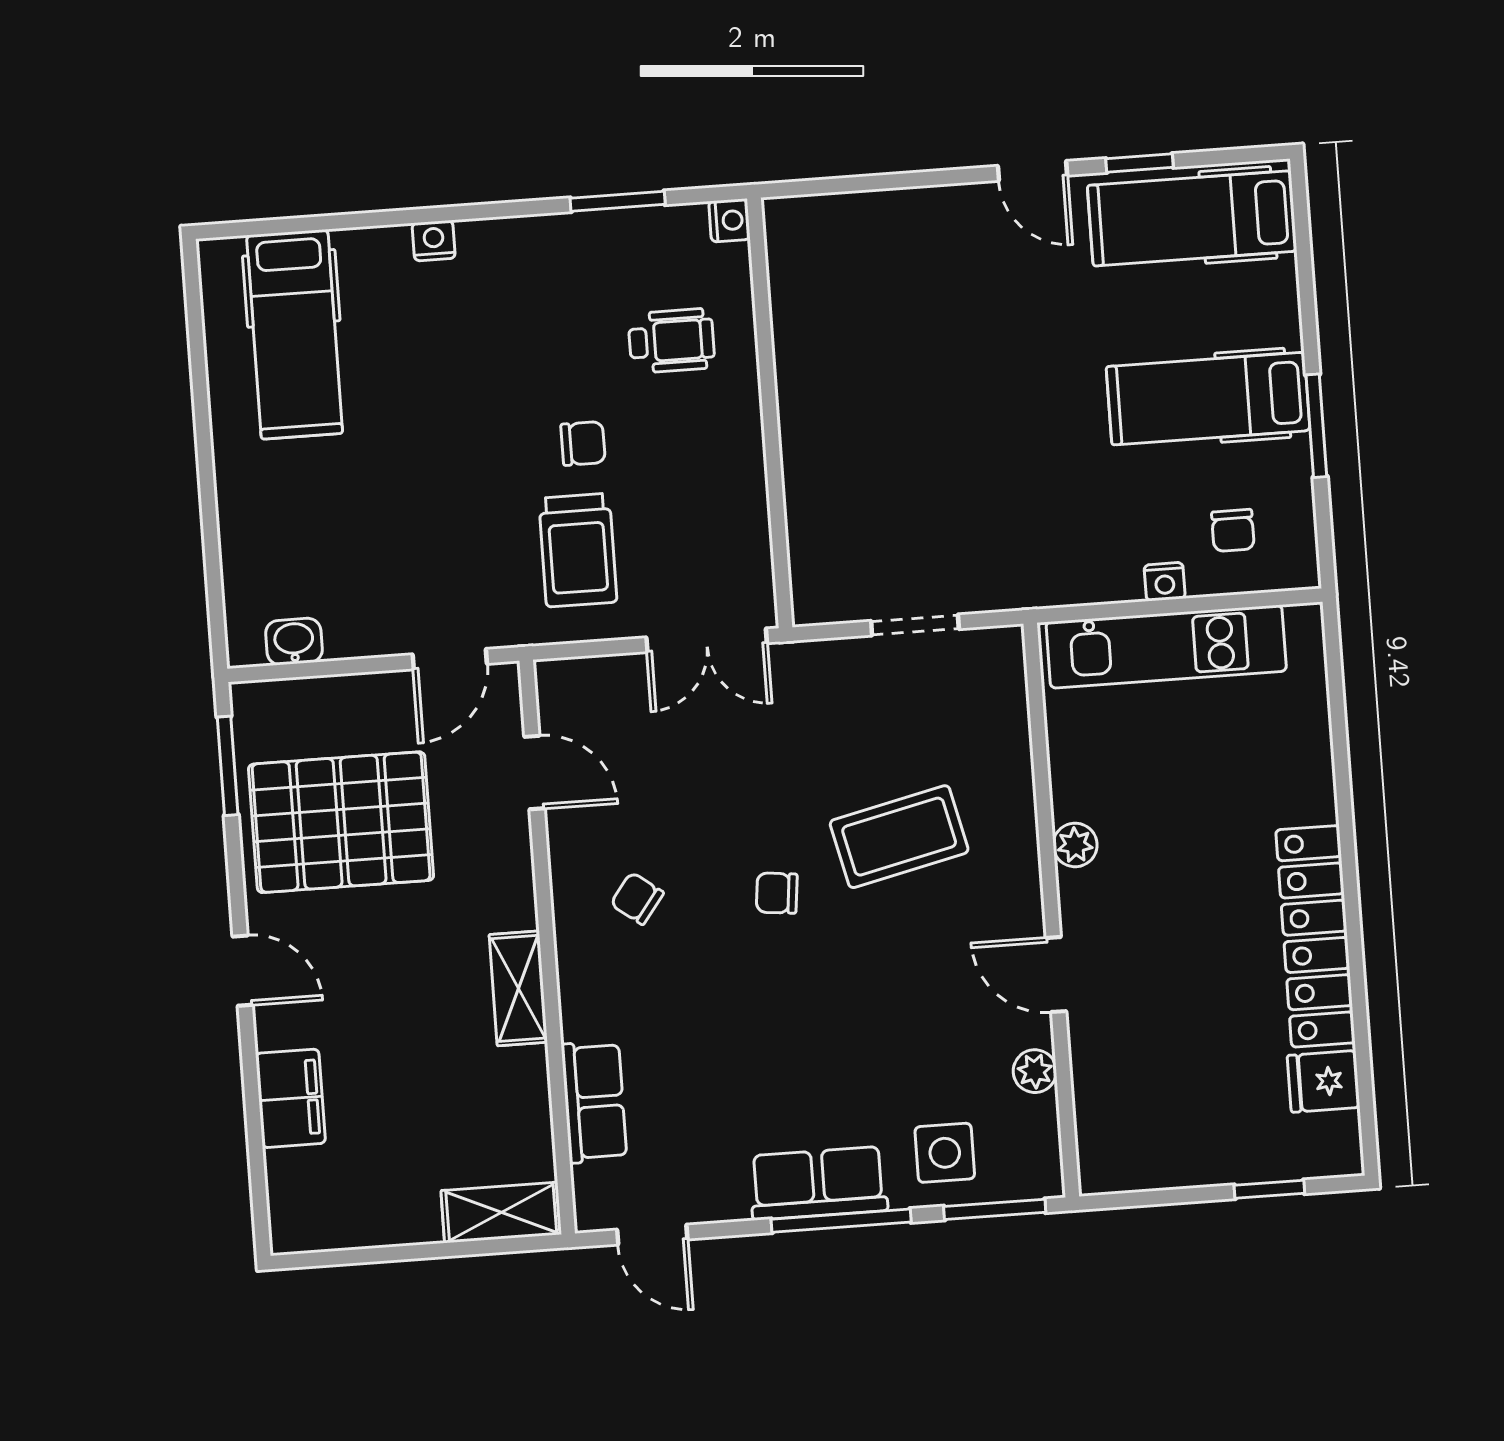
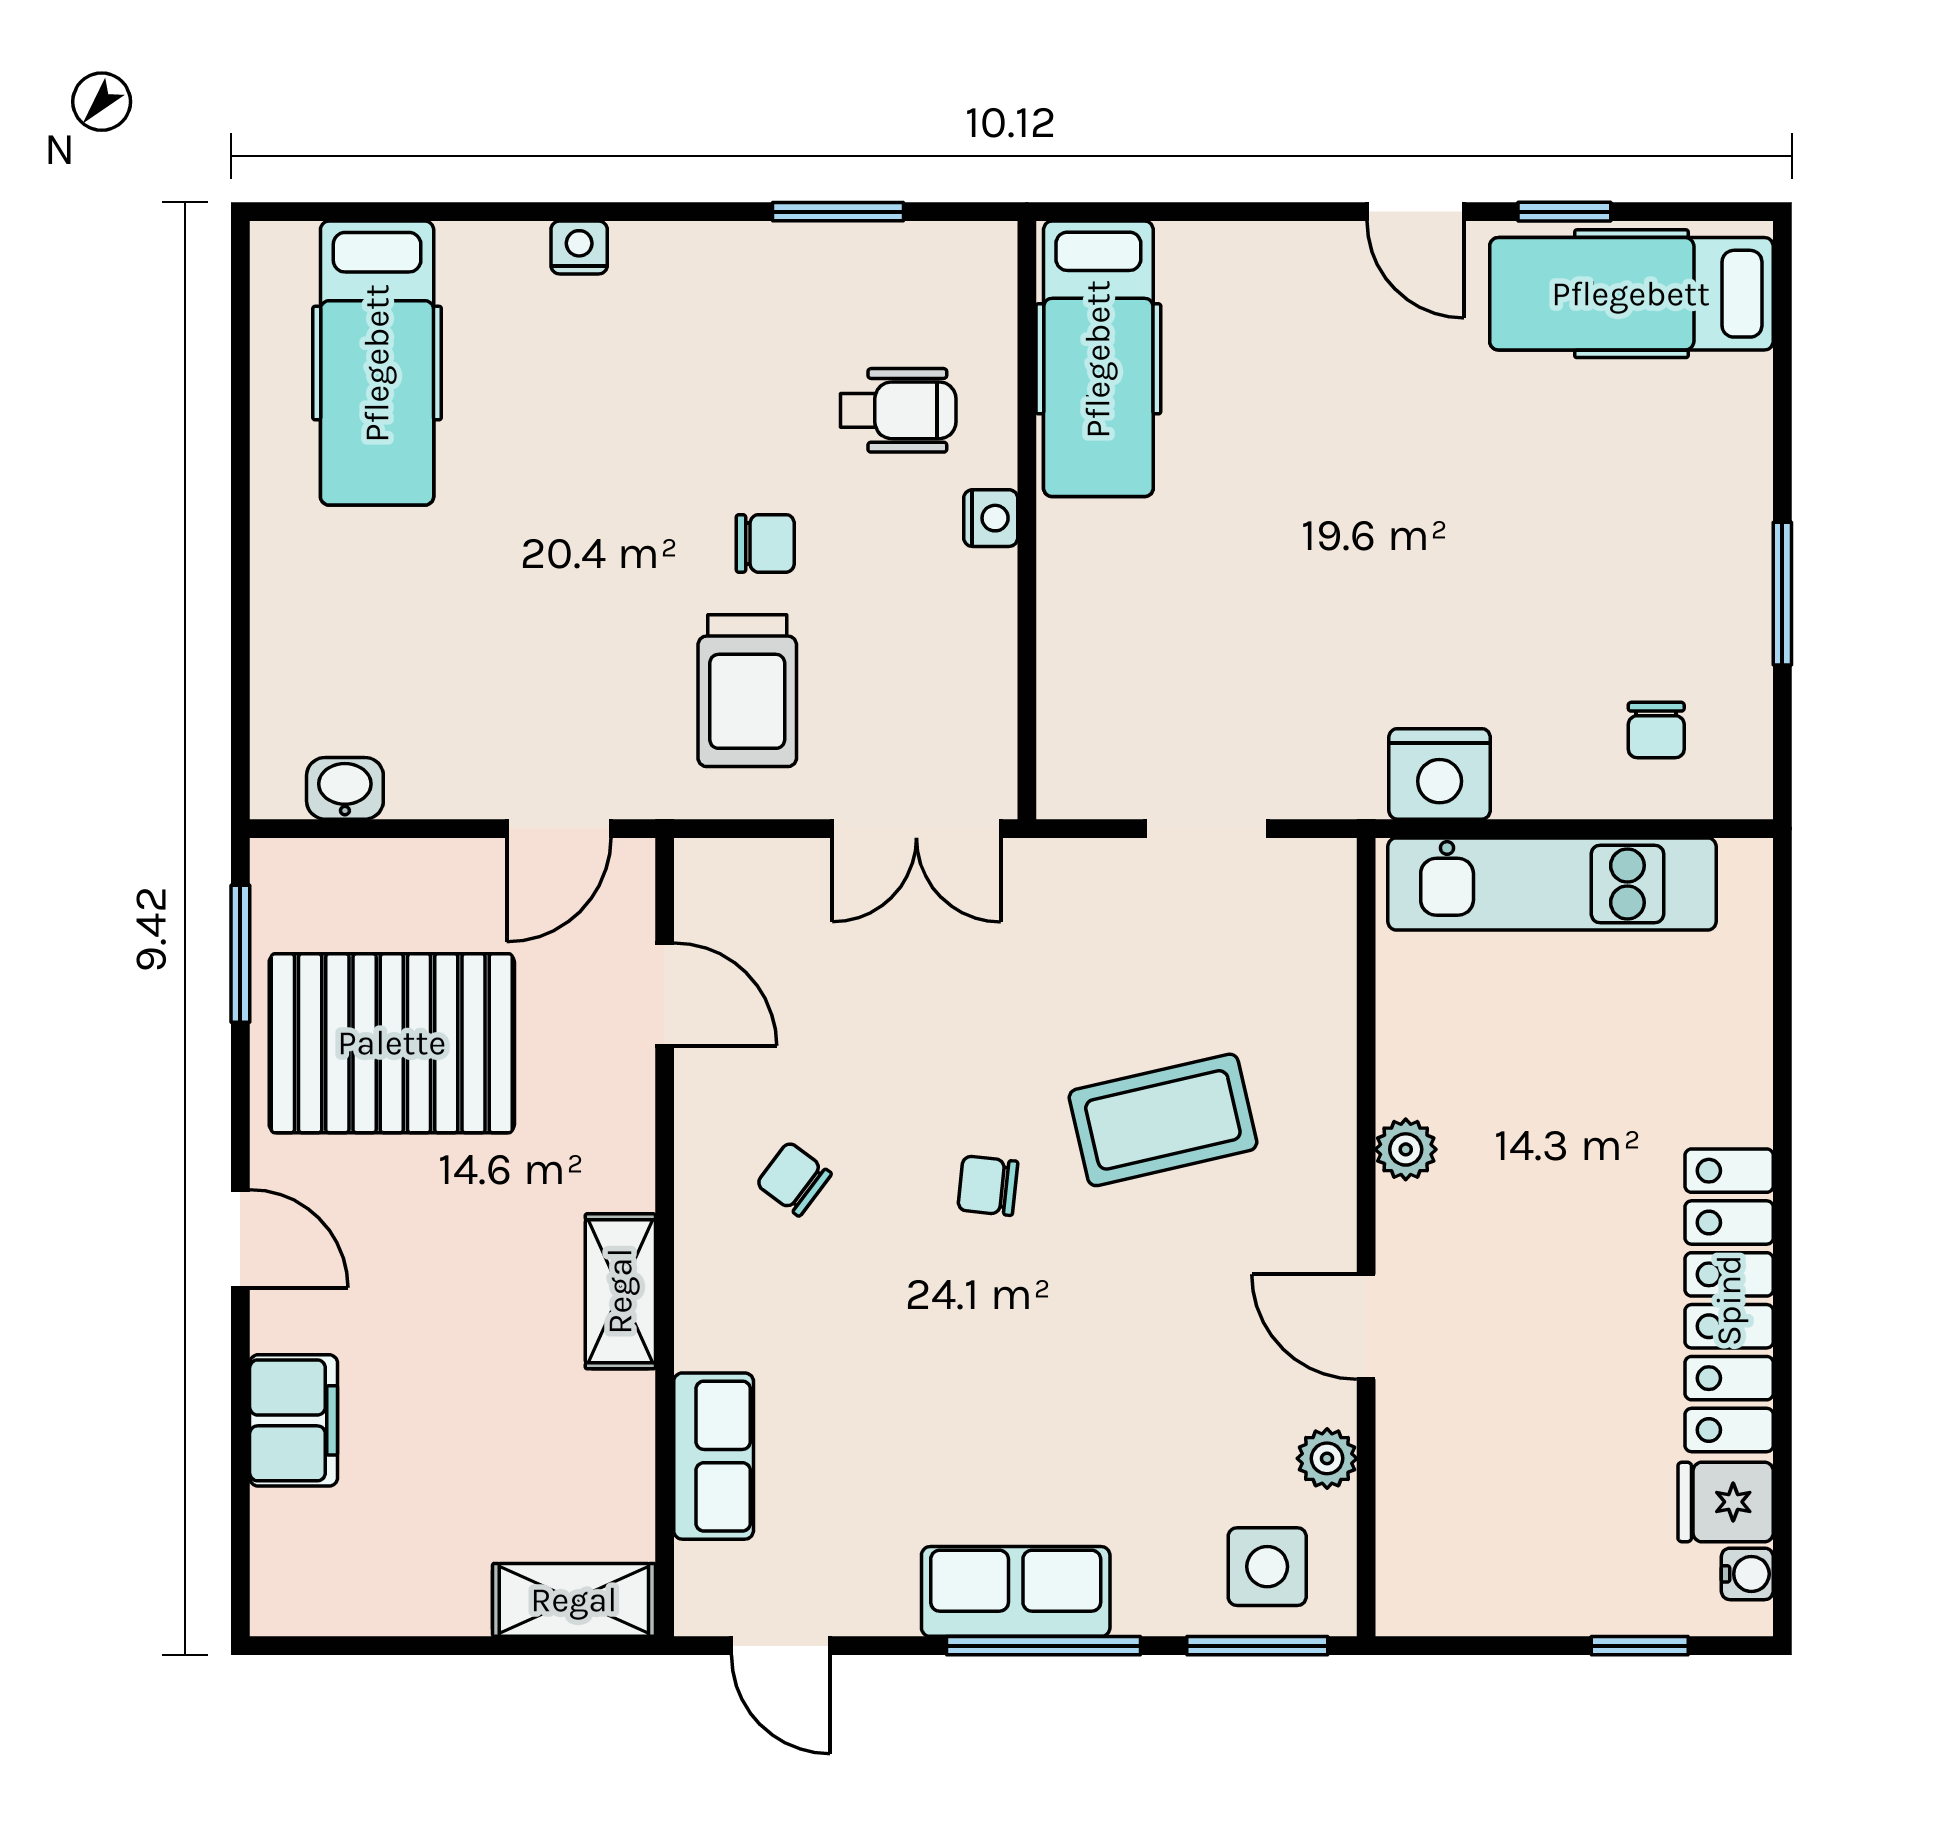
nightstand: (729, 220) -> (991, 518), moved
hospital bed: (1208, 399) -> (1098, 359), moved, turned -90
nightstand: (1165, 582) -> (1440, 774), moved, width x1.89, depth x1.79
water cooler: (1343, 1132) -> (1747, 1574), added
side table: (945, 1153) -> (1267, 1567), moved

